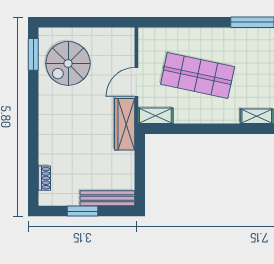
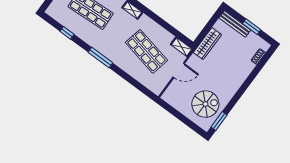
wardrobe: (125, 124) -> (207, 44), moved

